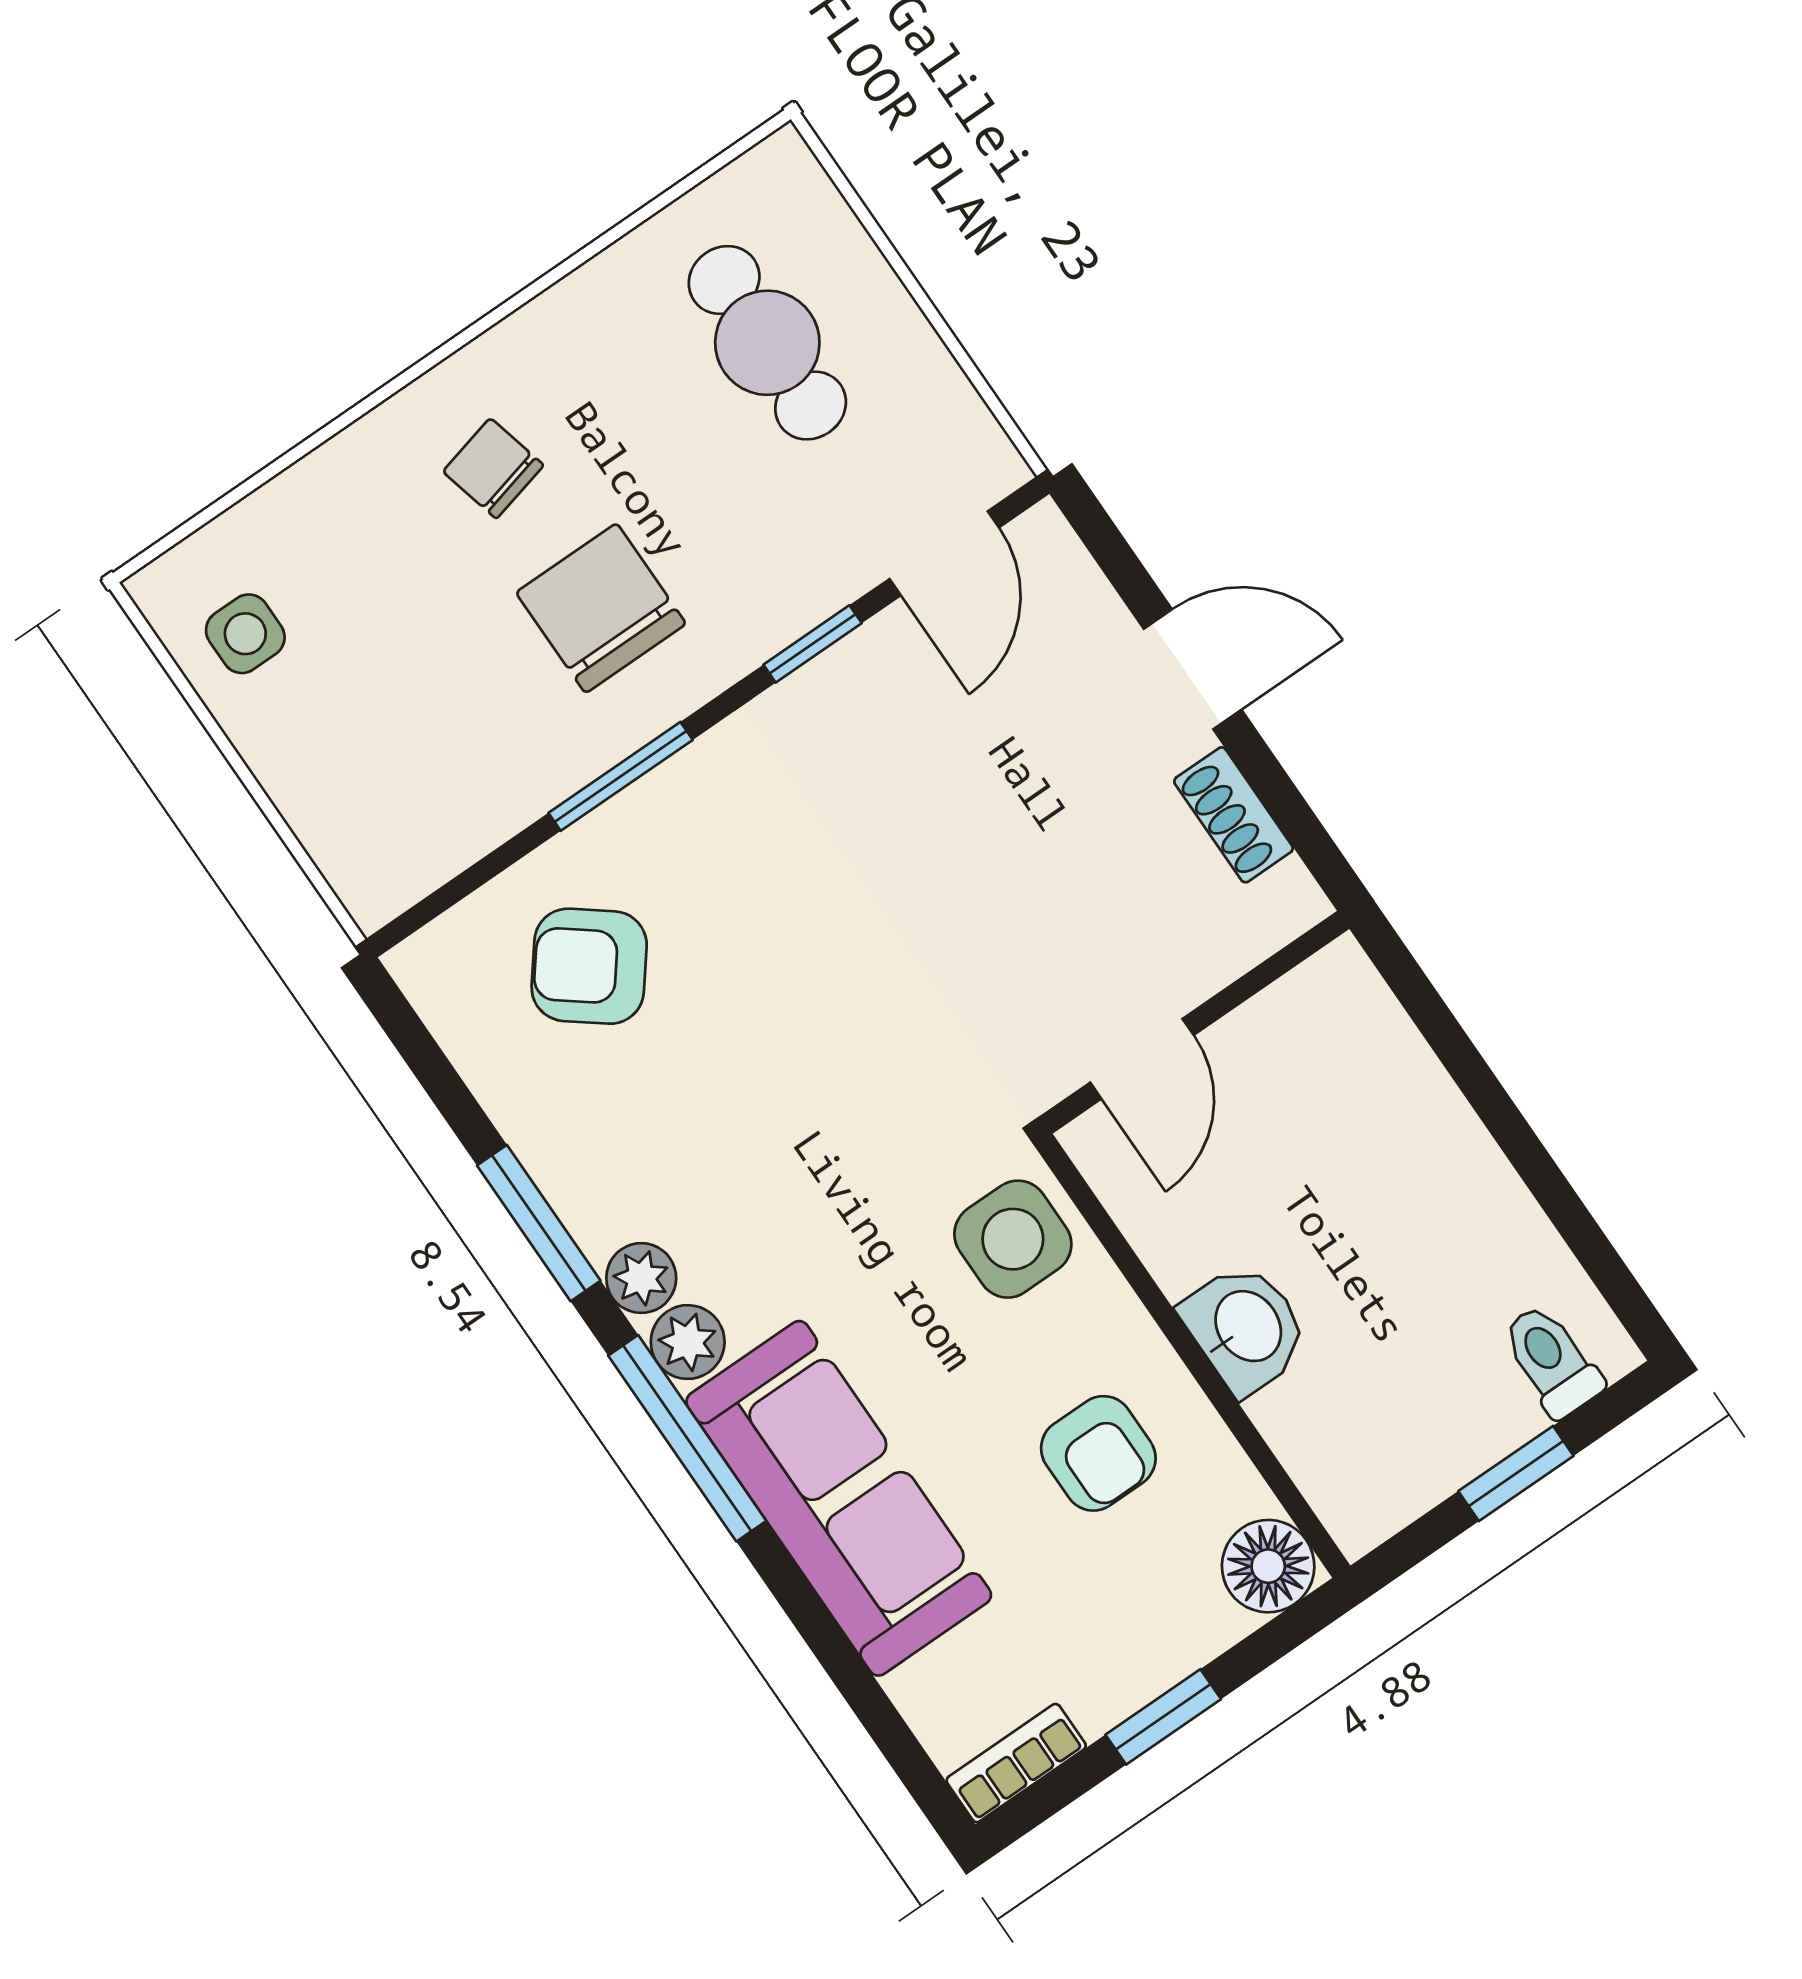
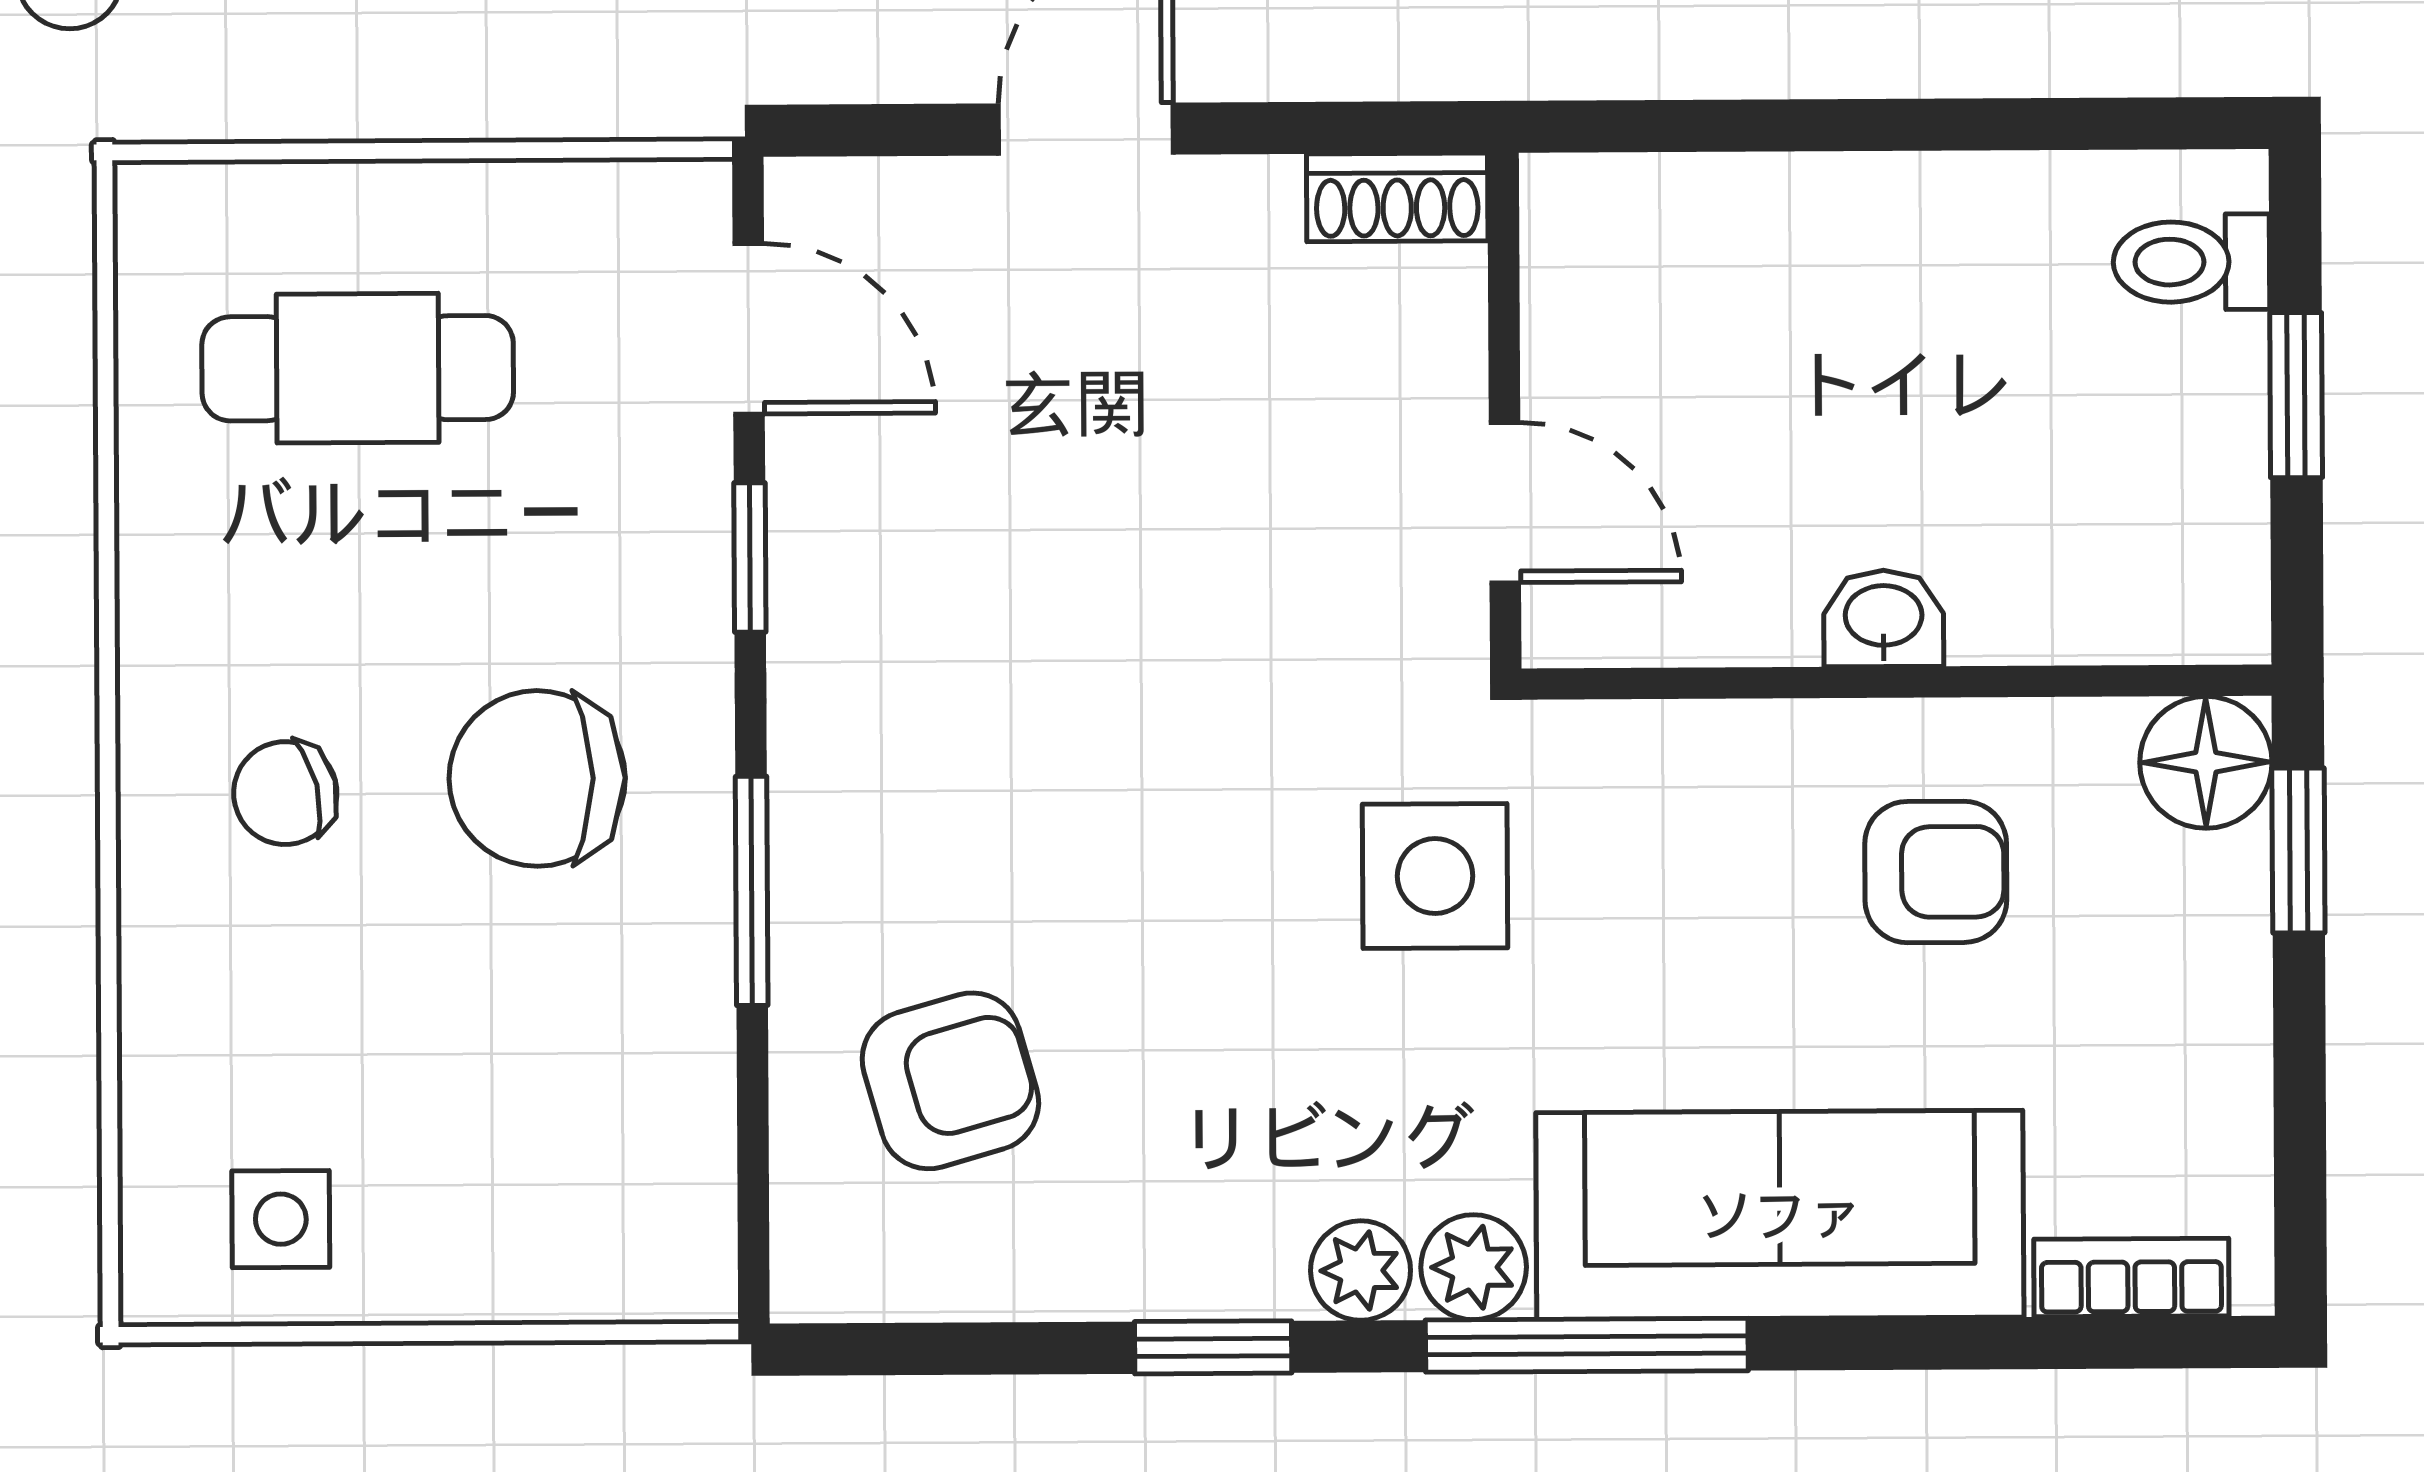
shoe rack: (1234, 815) -> (1397, 197), moved
armchair: (589, 966) -> (950, 1081), turned -144
window: (539, 1223) -> (1213, 1347), width x0.67
side table: (1013, 1239) -> (1435, 876), moved
washbasin: (1246, 1328) -> (1884, 618), width x0.72, depth x0.69
window: (1163, 1717) -> (2298, 850), moved
bookcase: (1016, 1763) -> (2131, 1277), moved, turned 90

